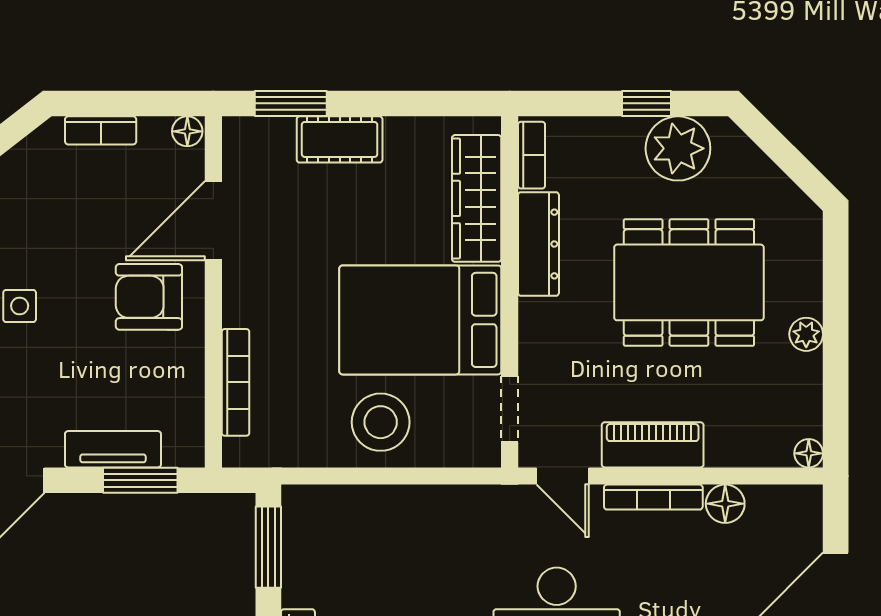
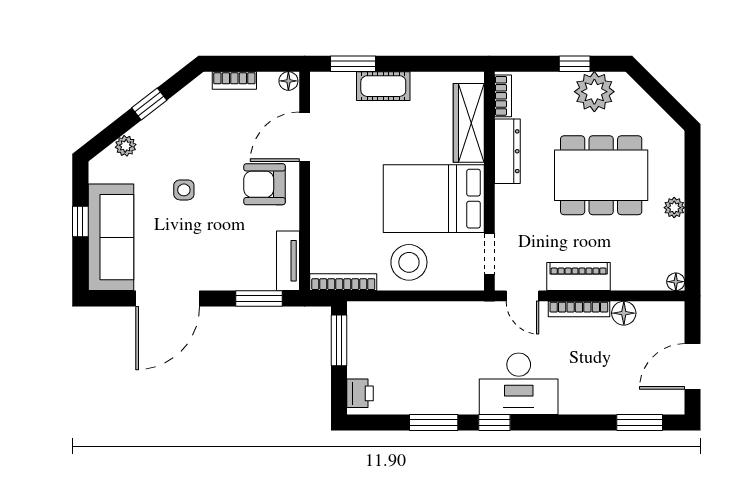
bookcase: (235, 382) -> (343, 282), moved, turned -90
tv unit: (113, 449) -> (288, 261), moved, turned -90

